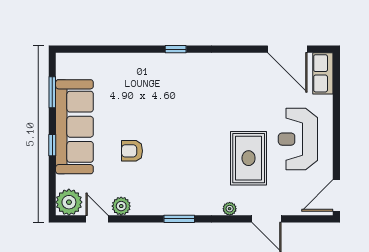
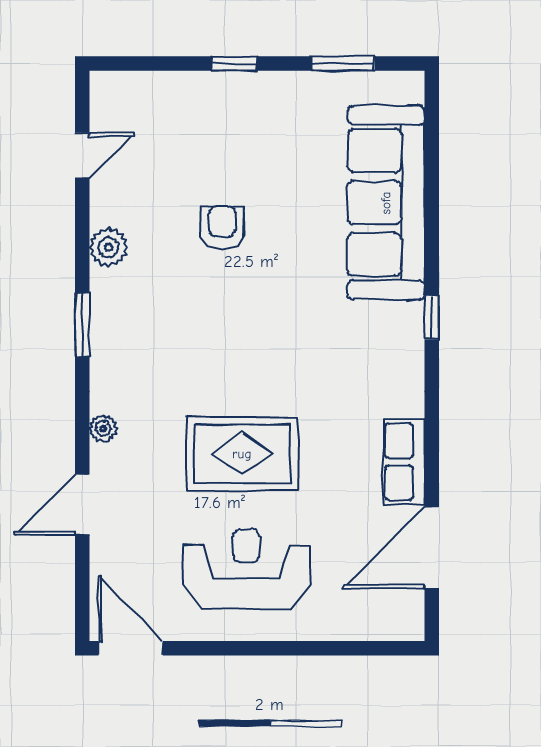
row of seats: (323, 73) -> (404, 462), moved, turned -90
sofa: (74, 127) -> (386, 203), moved, turned 90
rug: (249, 158) -> (242, 454), moved
plant: (69, 202) -> (117, 98), removed
plant: (121, 206) -> (109, 247), moved

